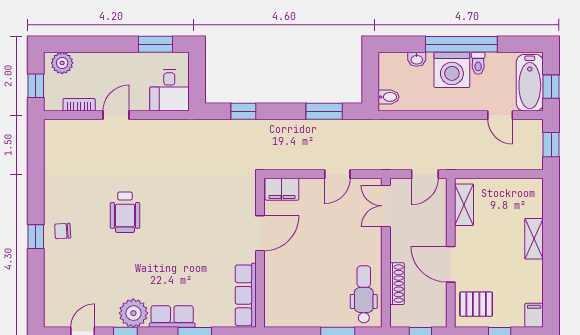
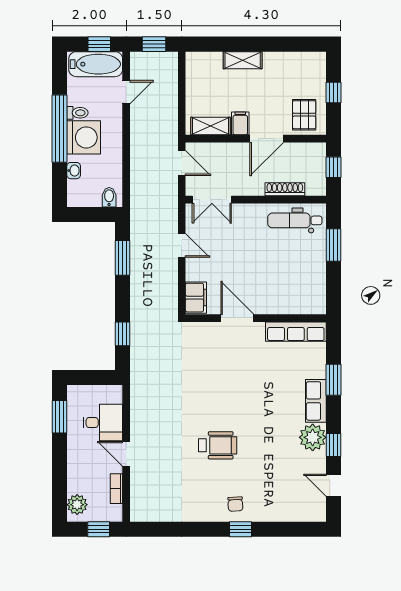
desk: (169, 90) -> (103, 422), moved
filing cabinet: (534, 315) -> (240, 123), moved, turned 90

